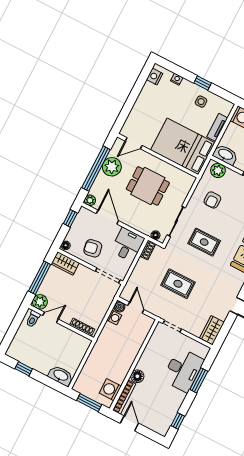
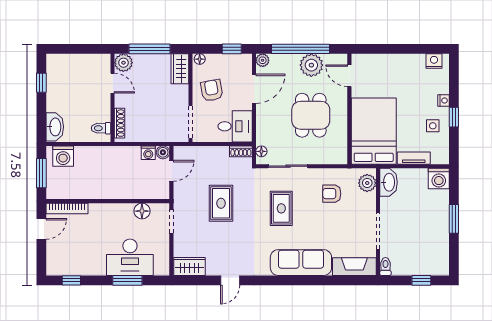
nightstand: (177, 79) -> (444, 100), moved
toilet: (33, 319) -> (101, 128), moved
floor lamp: (137, 376) -> (142, 211), moved
washing machine: (110, 390) -> (63, 156), moved, turned 180

